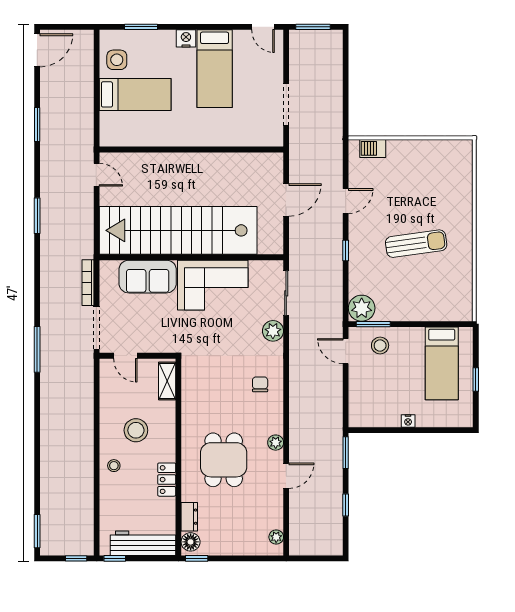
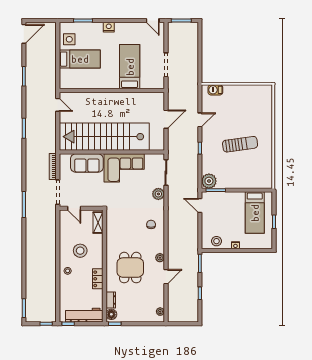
bed: (215, 69) -> (130, 67), moved, turned 180
stool: (380, 345) -> (216, 241), moved

